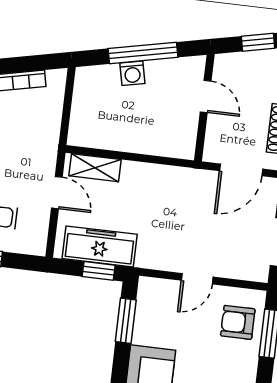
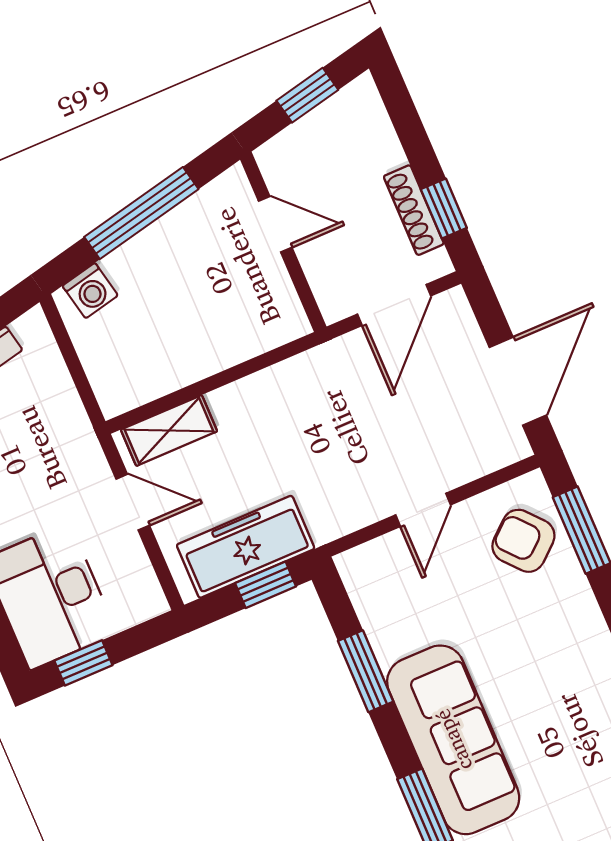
washing machine: (132, 73) -> (90, 291), moved
window: (126, 321) -> (366, 671), moved
armchair: (238, 322) -> (523, 541), turned 49

